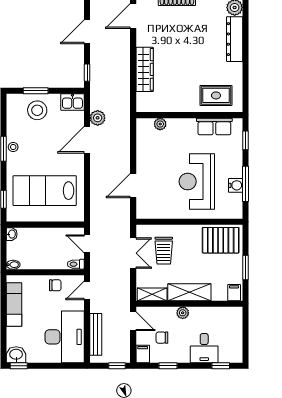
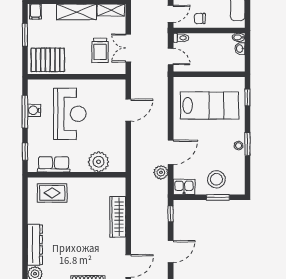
plant: (160, 124) -> (99, 162), width x1.88, depth x1.88
washbasin: (12, 234) -> (240, 49), moved
trolley: (164, 251) -> (100, 50), turned 180

